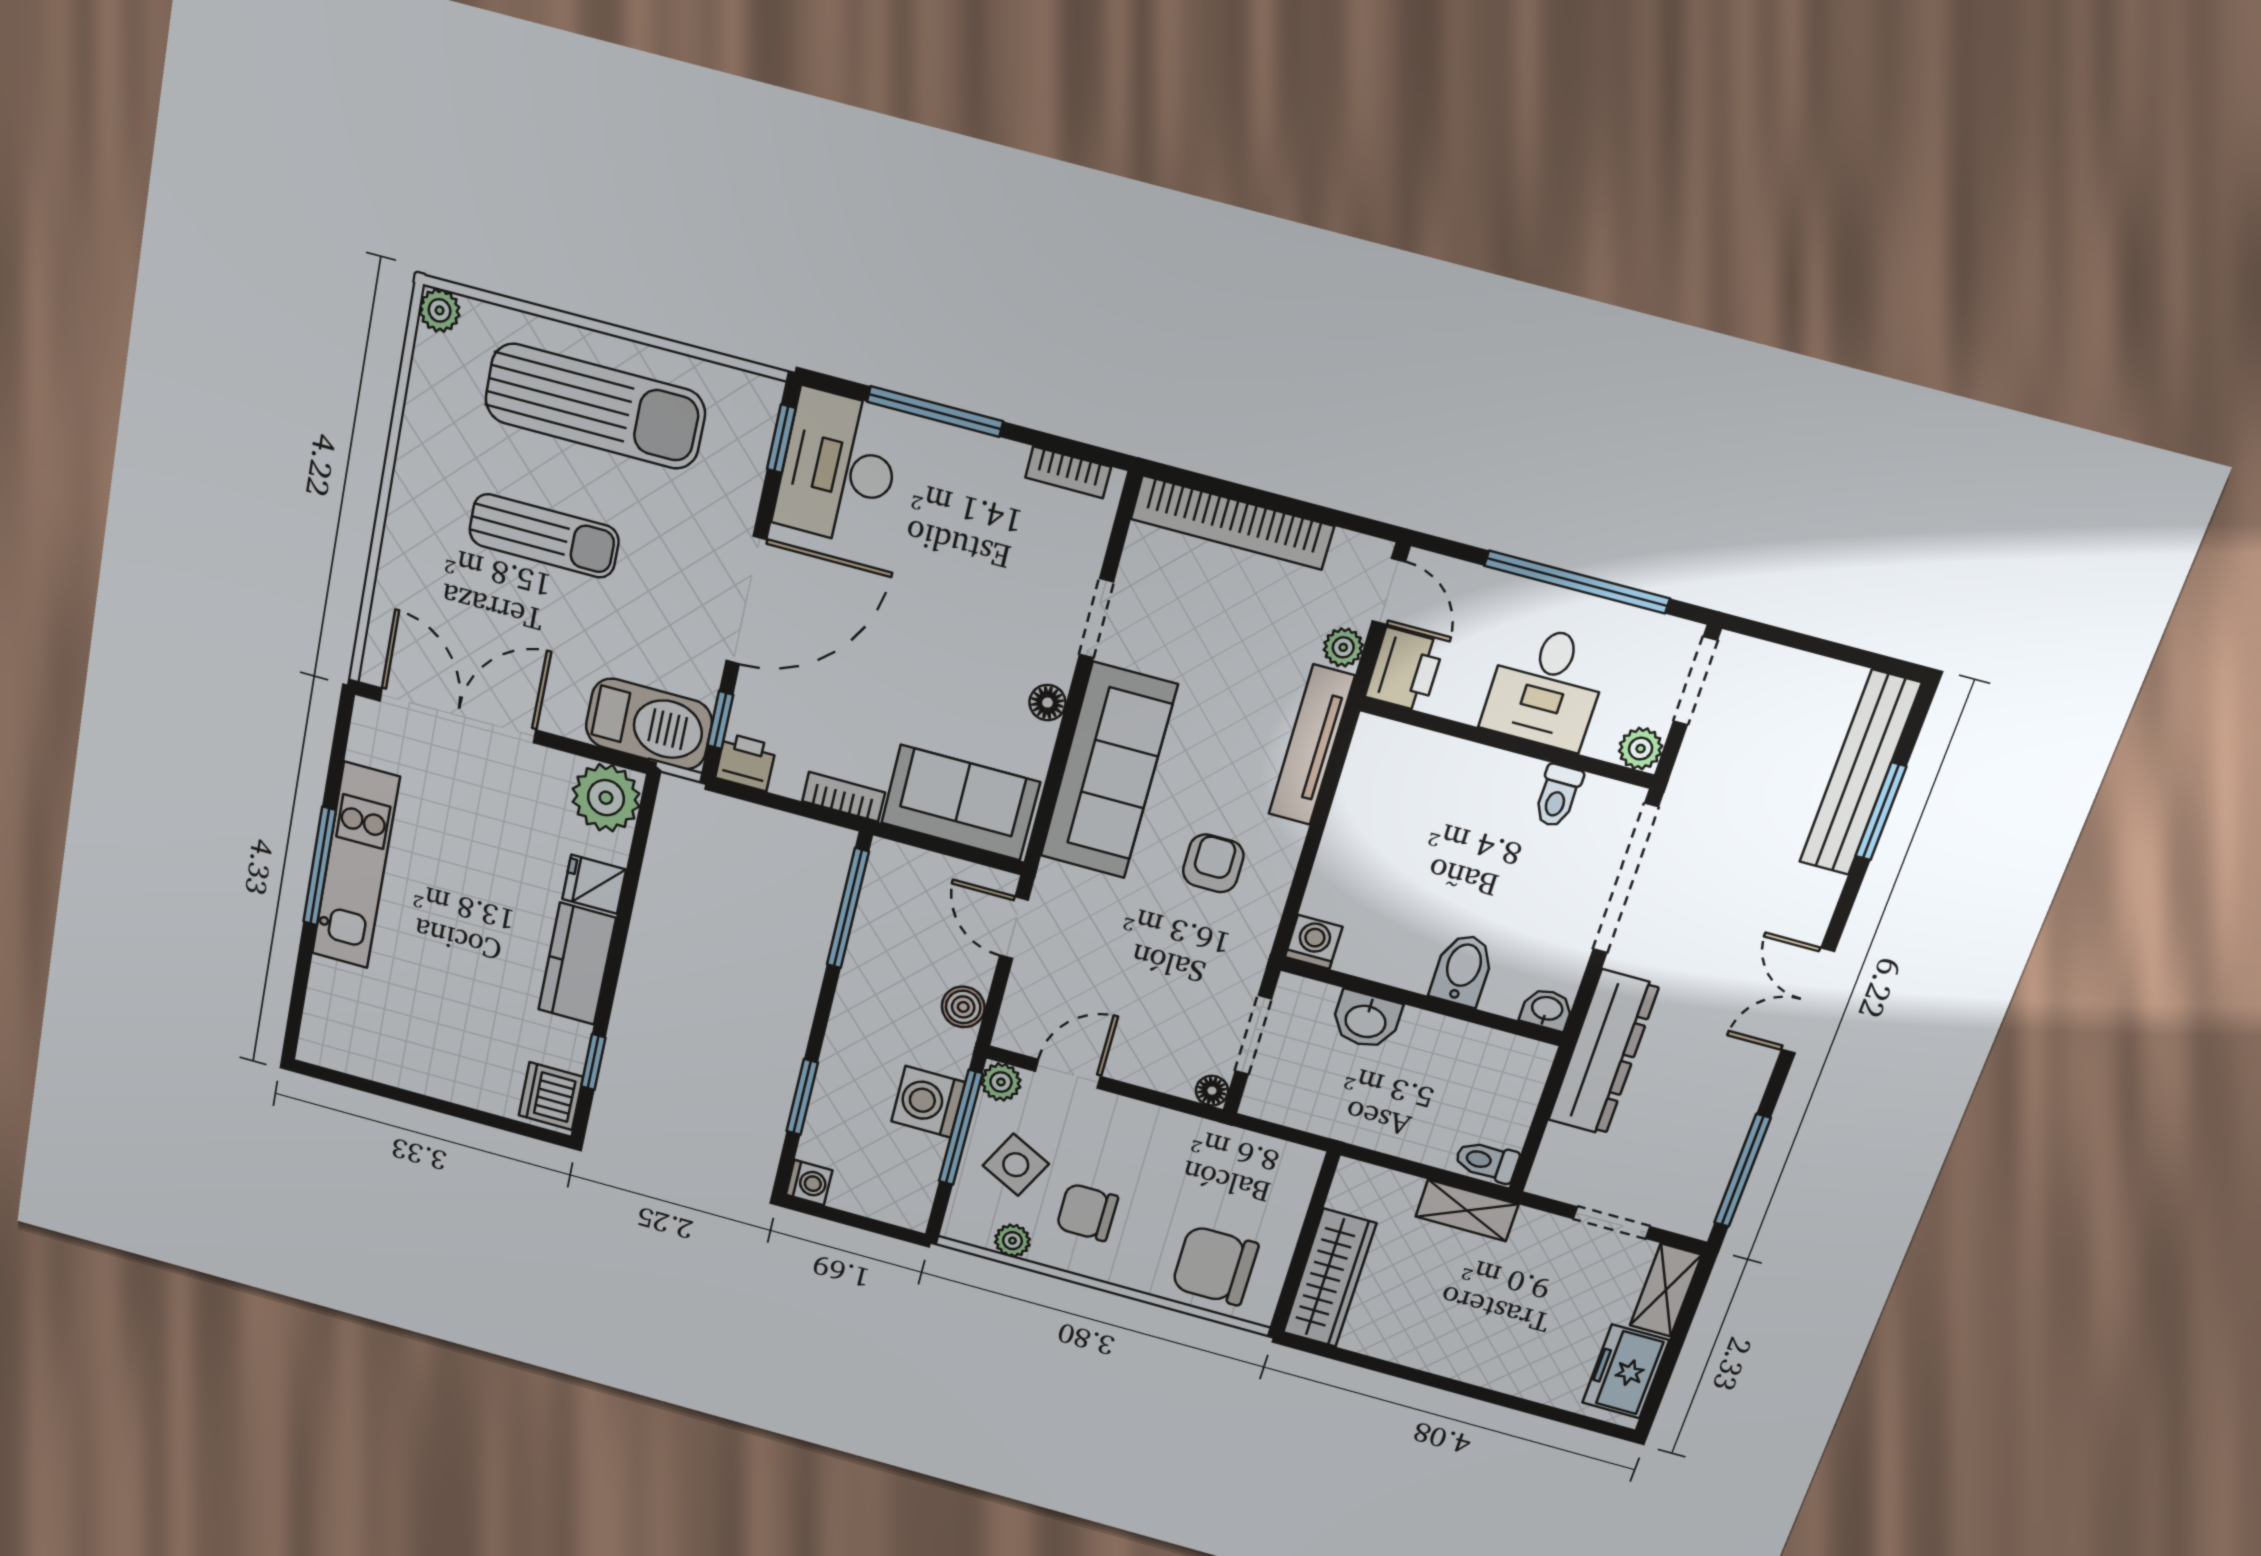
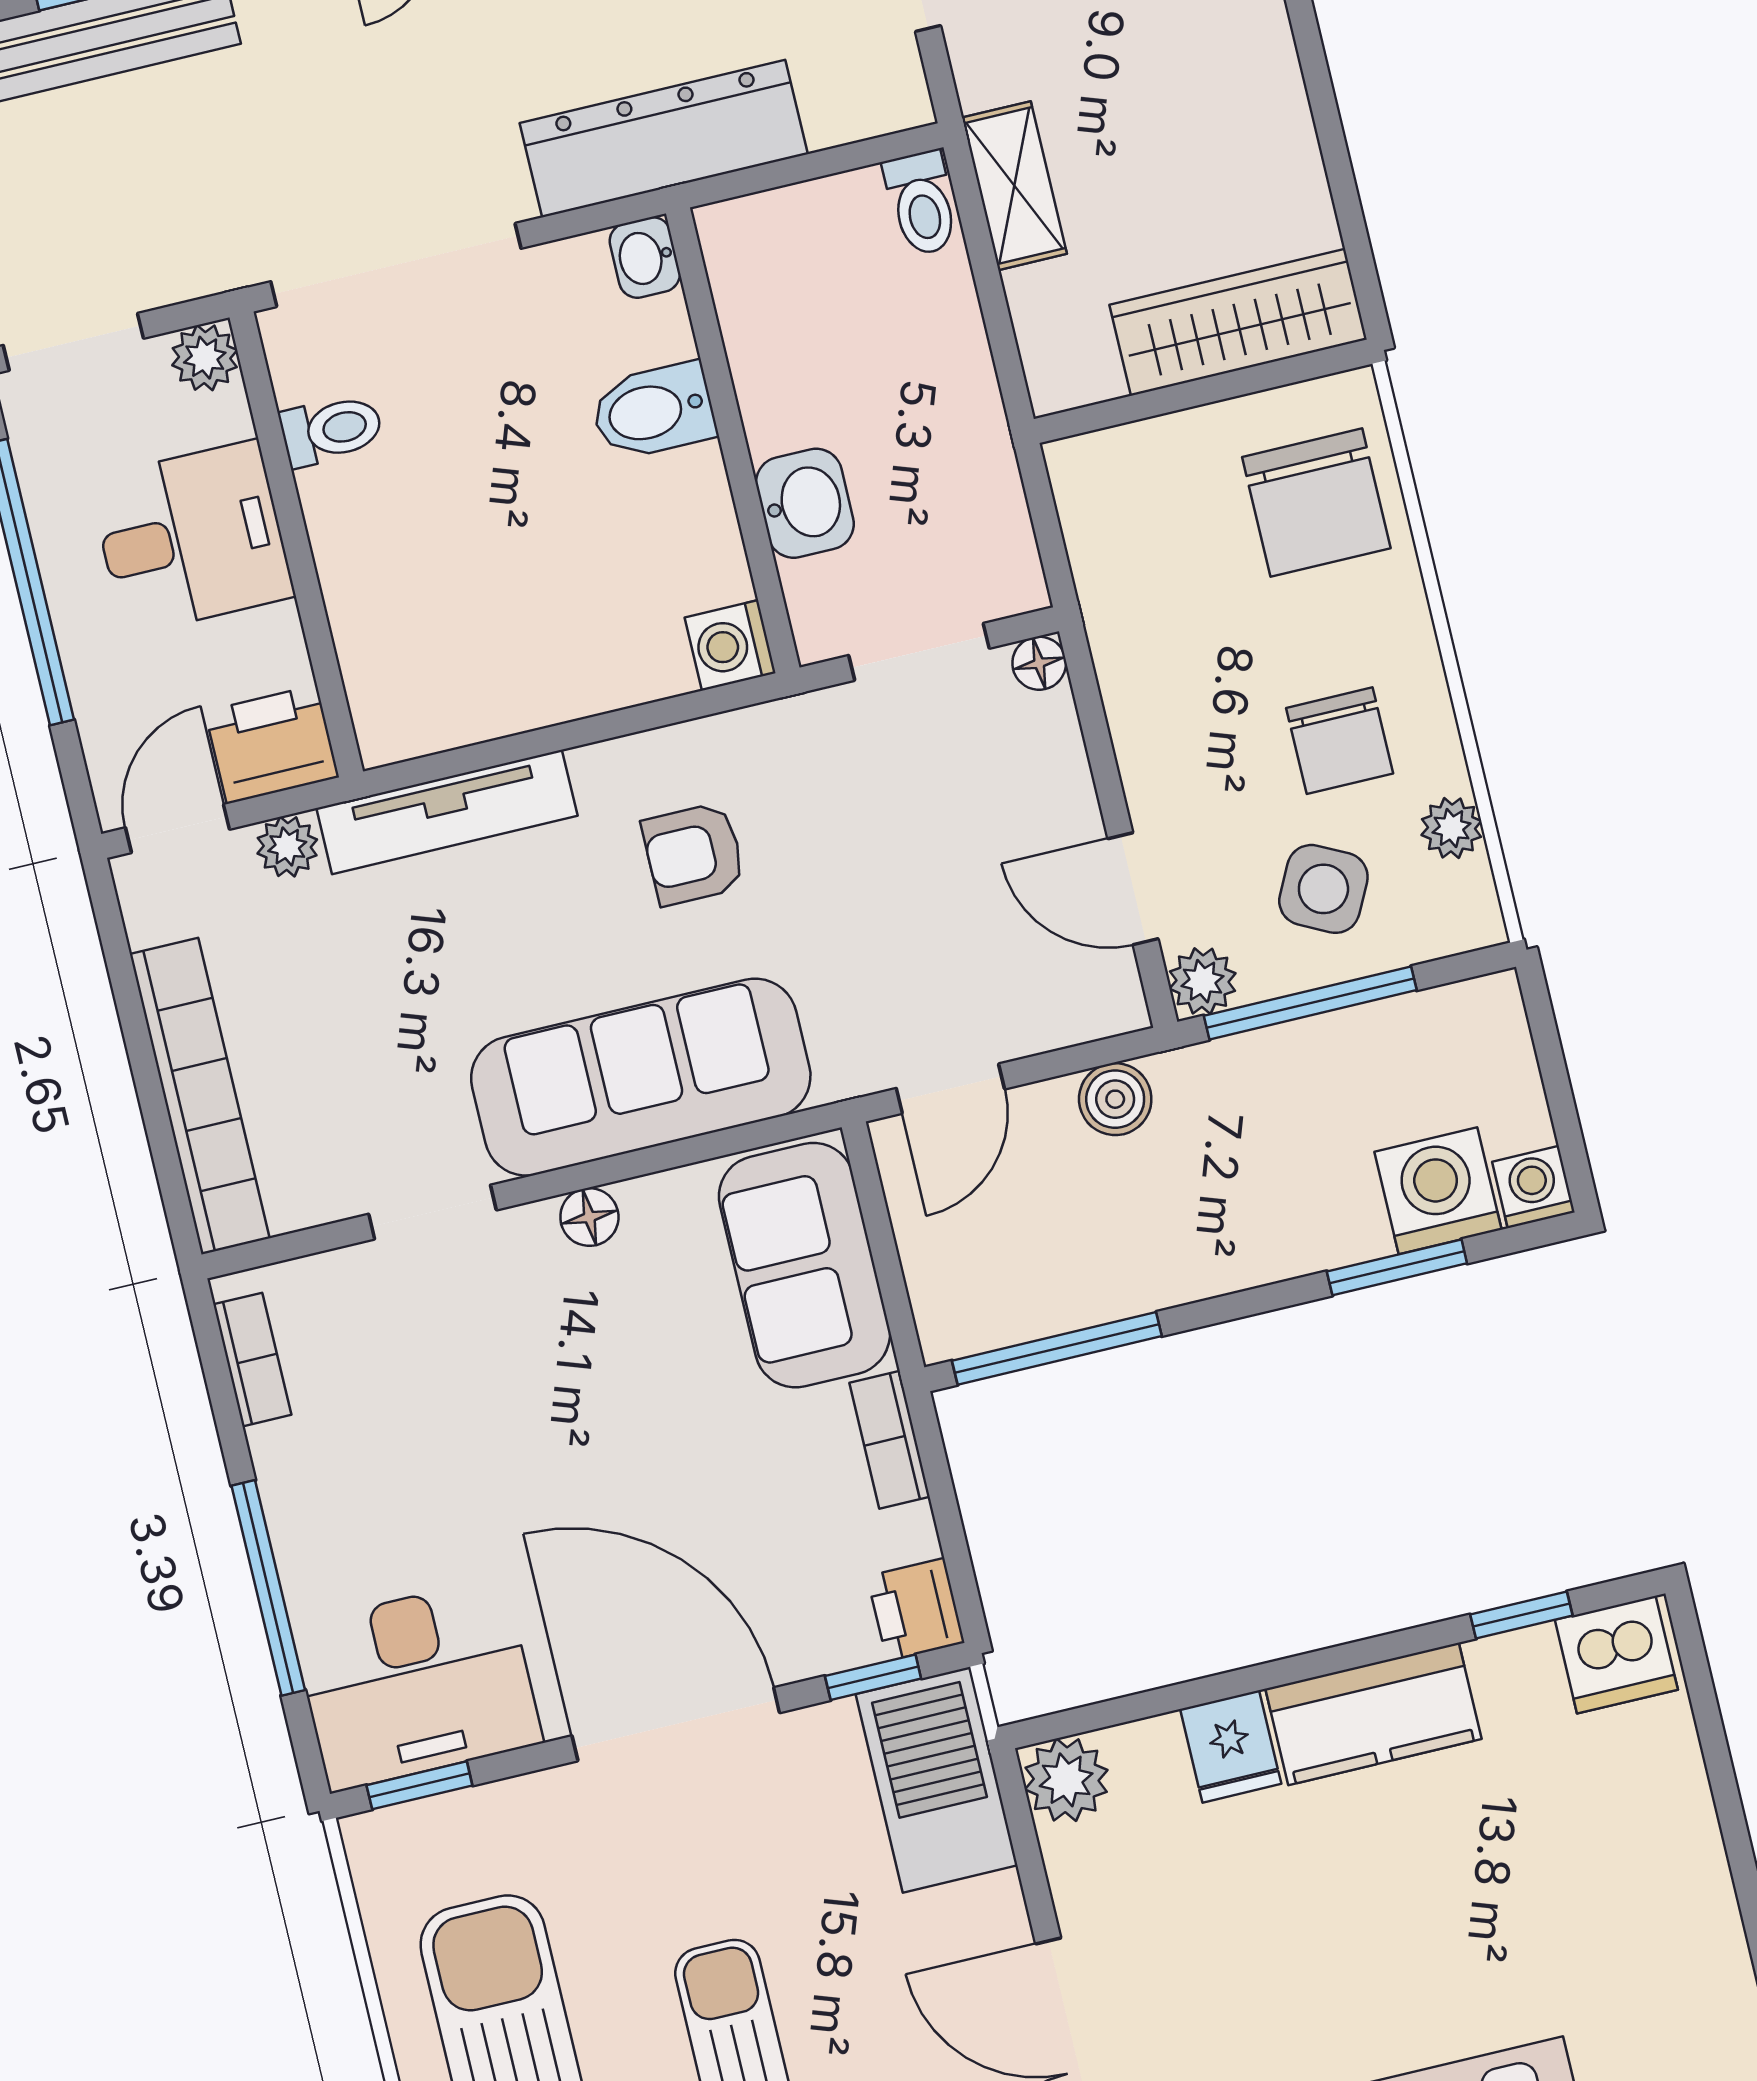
plant: (606, 798) -> (1066, 1780), width x0.73, depth x0.73
washing machine: (928, 1102) -> (1438, 1191), moved, turned 180

